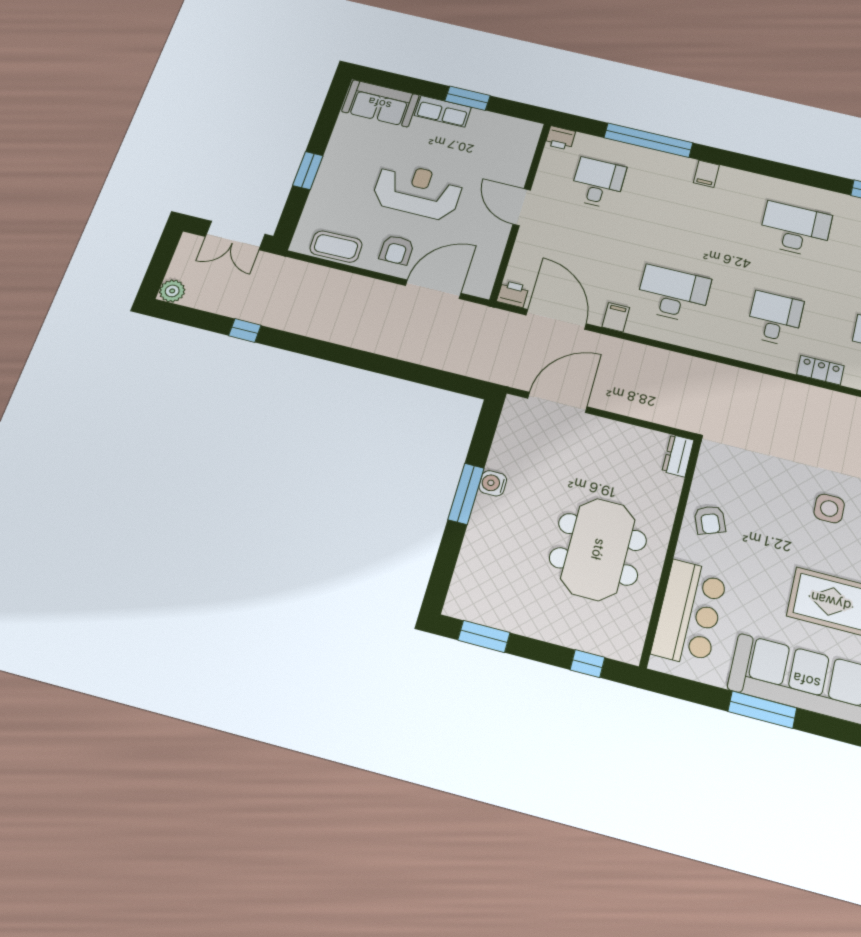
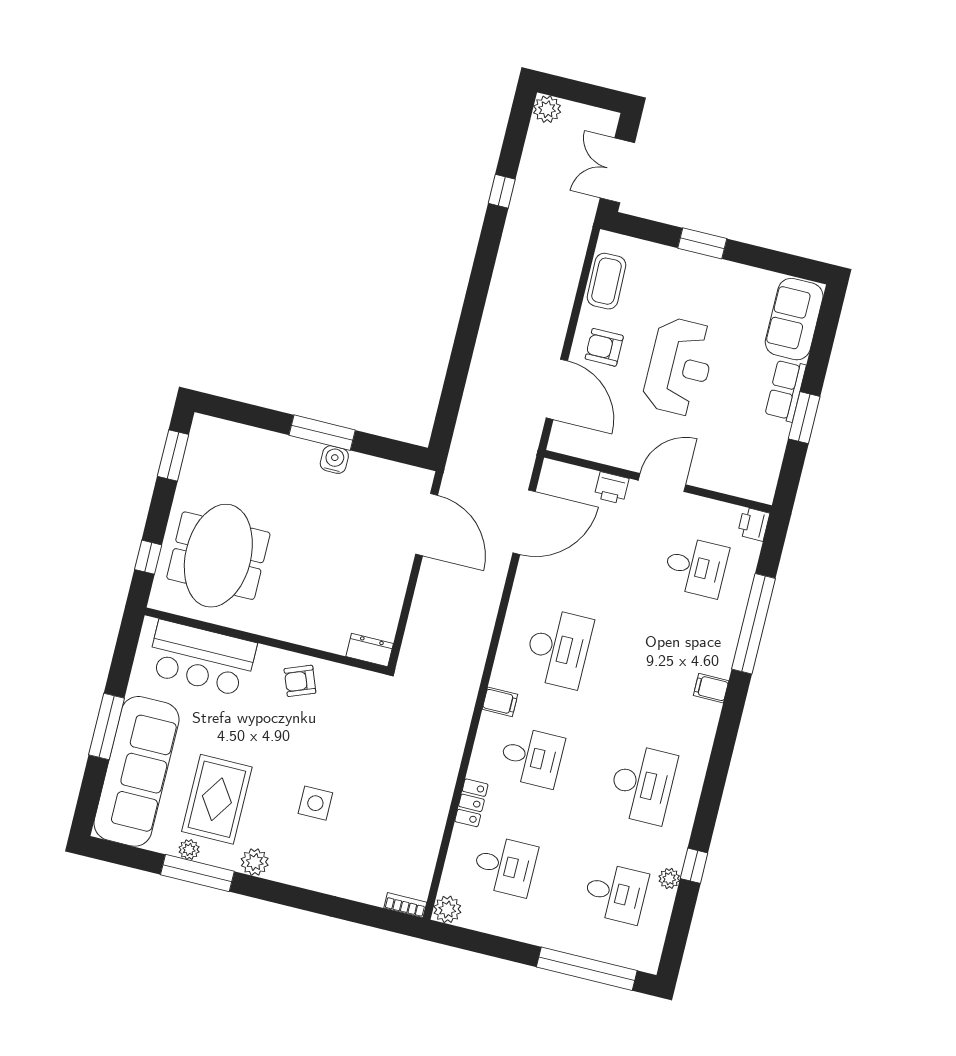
printer: (513, 294) -> (611, 488), moved, turned 90
filing cabinet: (616, 317) -> (500, 702), moved
meeting table: (598, 549) -> (218, 556), moved, turned 90

